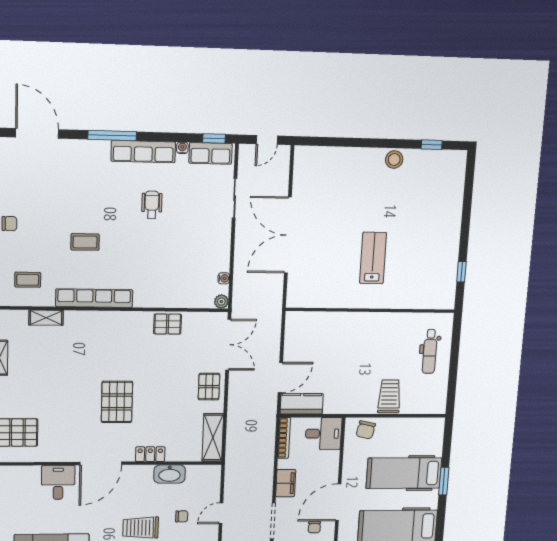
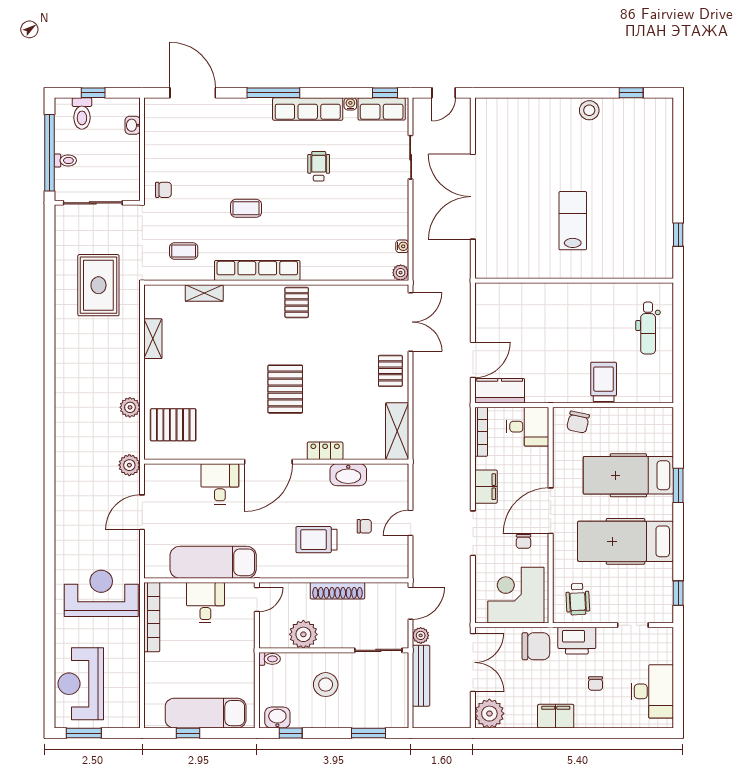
pallet: (168, 324) -> (297, 302), moved, turned 90

